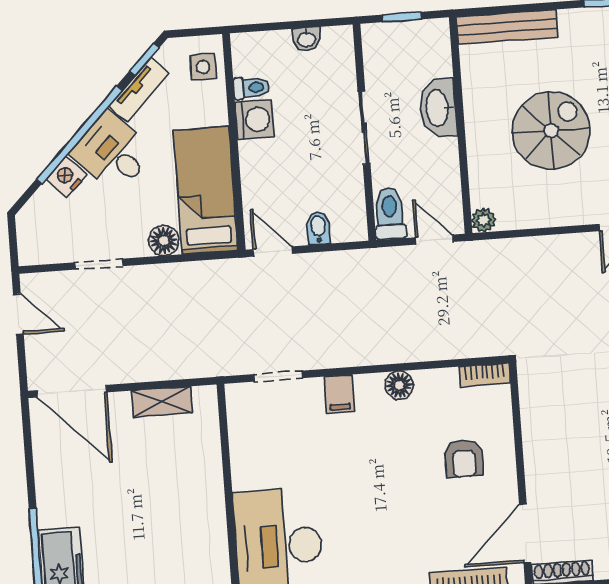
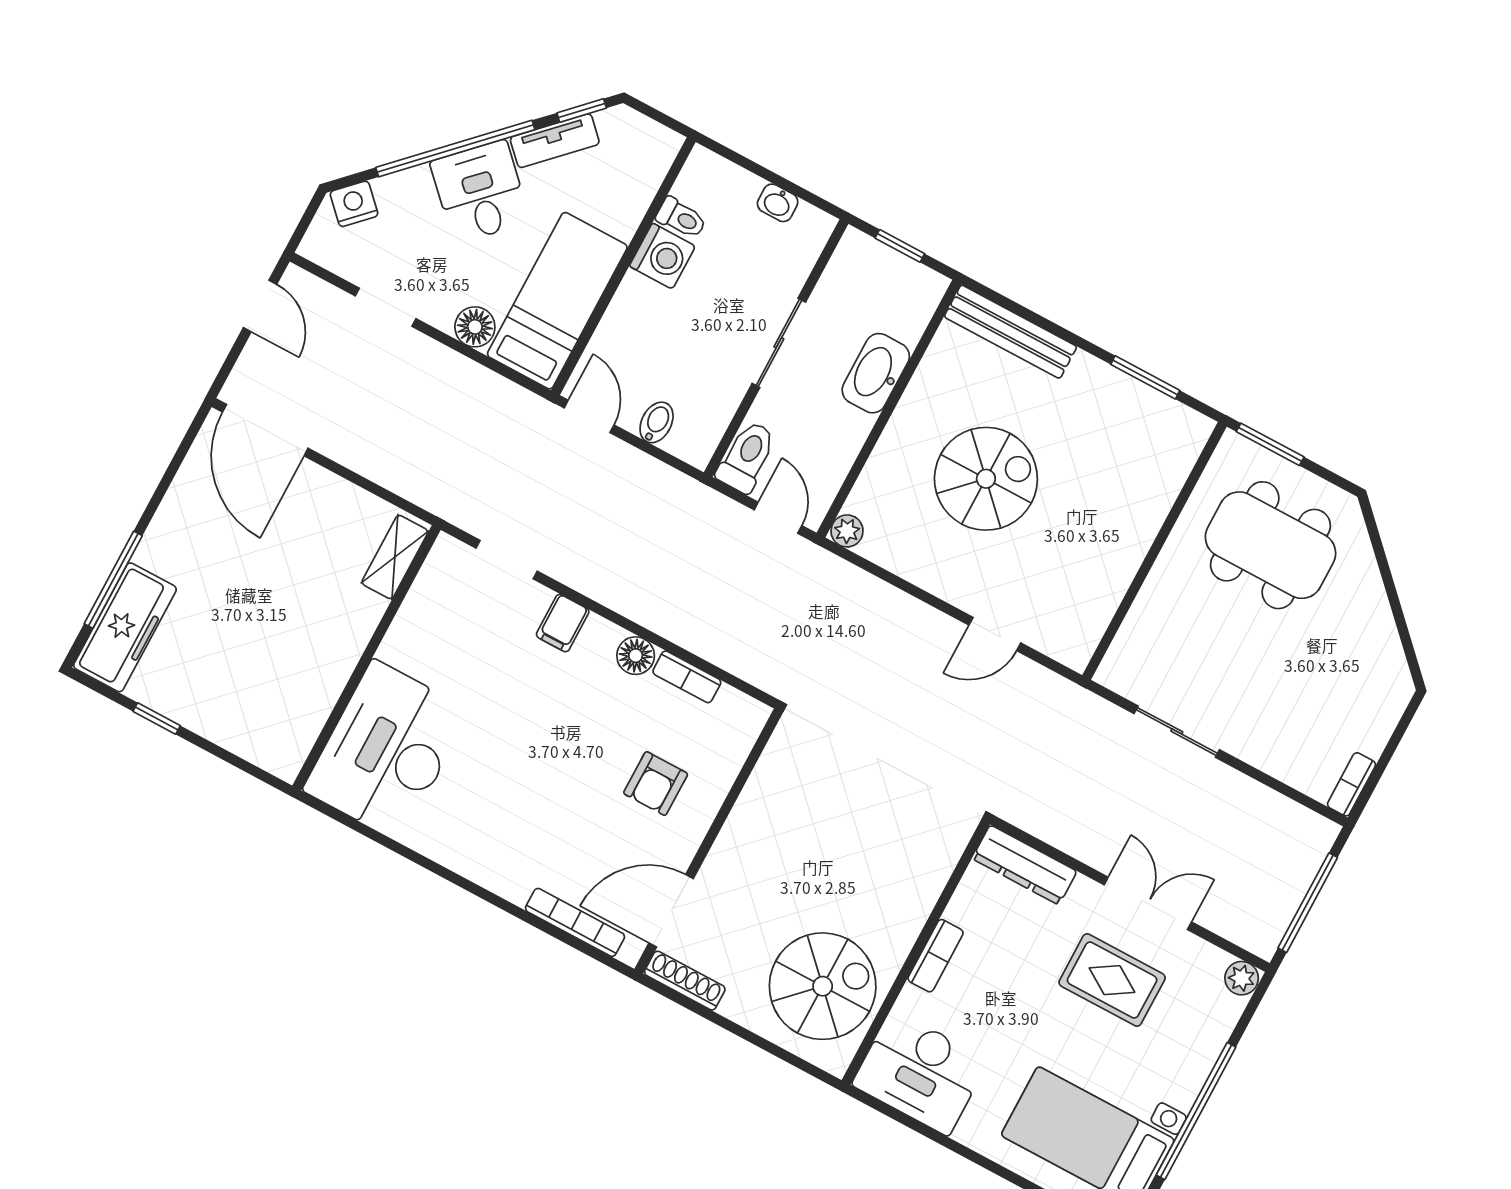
side table: (203, 67) -> (642, 161), removed
nightstand: (67, 177) -> (354, 204), moved
bookcase: (485, 375) -> (687, 677), moved
shelving: (162, 402) -> (395, 557), moved, turned 90

